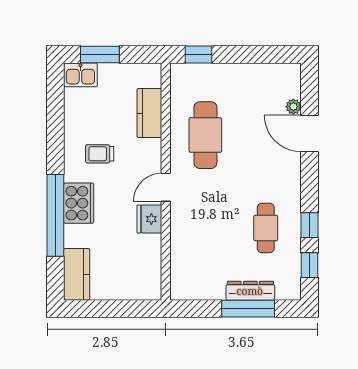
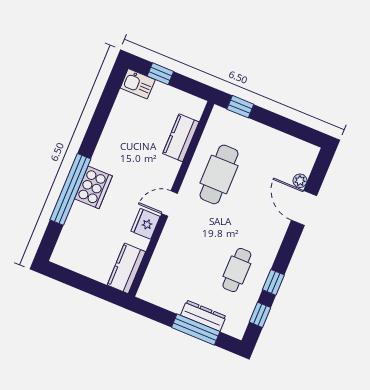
window: (100, 54) -> (160, 74), width x0.67
trolley: (100, 154) -> (127, 154), removed
kitchen counter: (77, 274) -> (126, 268), moved, turned 180

